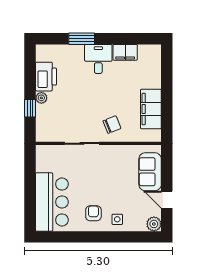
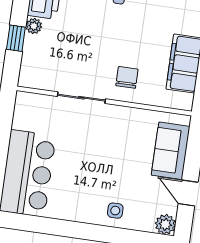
chair: (112, 125) -> (127, 77), turned -68
armchair: (93, 213) -> (83, 197), removed

